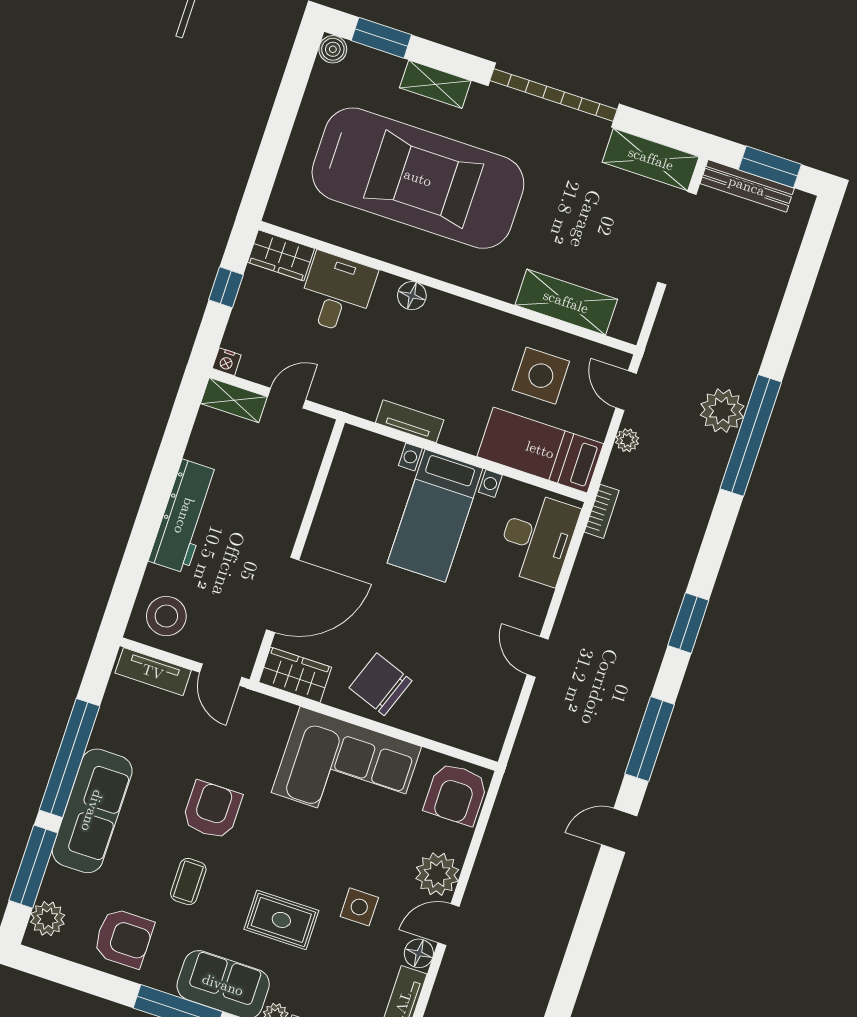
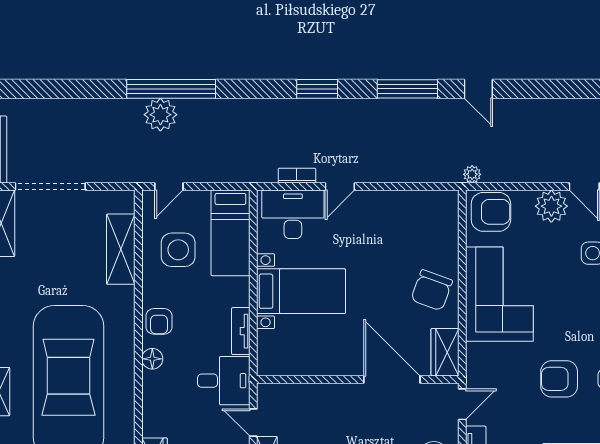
desk: (337, 293) -> (224, 381), moved, turned 180
armchair: (457, 320) -> (159, 321), added
plant: (627, 440) -> (472, 174), moved
bookcase: (602, 511) -> (297, 176), moved
door: (538, 657) -> (340, 187), moved

